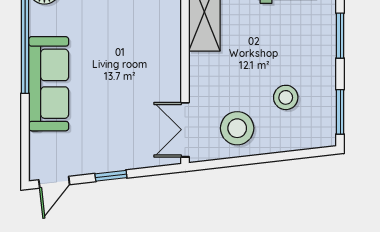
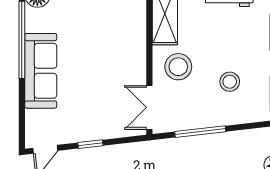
stool: (237, 128) -> (178, 67), moved
window: (249, 160) -> (200, 132), added

